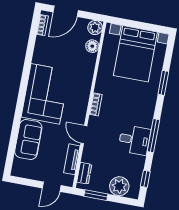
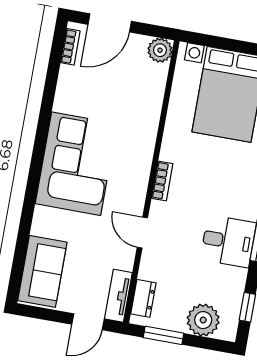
floor lamp: (92, 46) -> (155, 82), removed
sofa: (28, 140) -> (42, 271), moved
tv unit: (72, 159) -> (118, 296), moved

